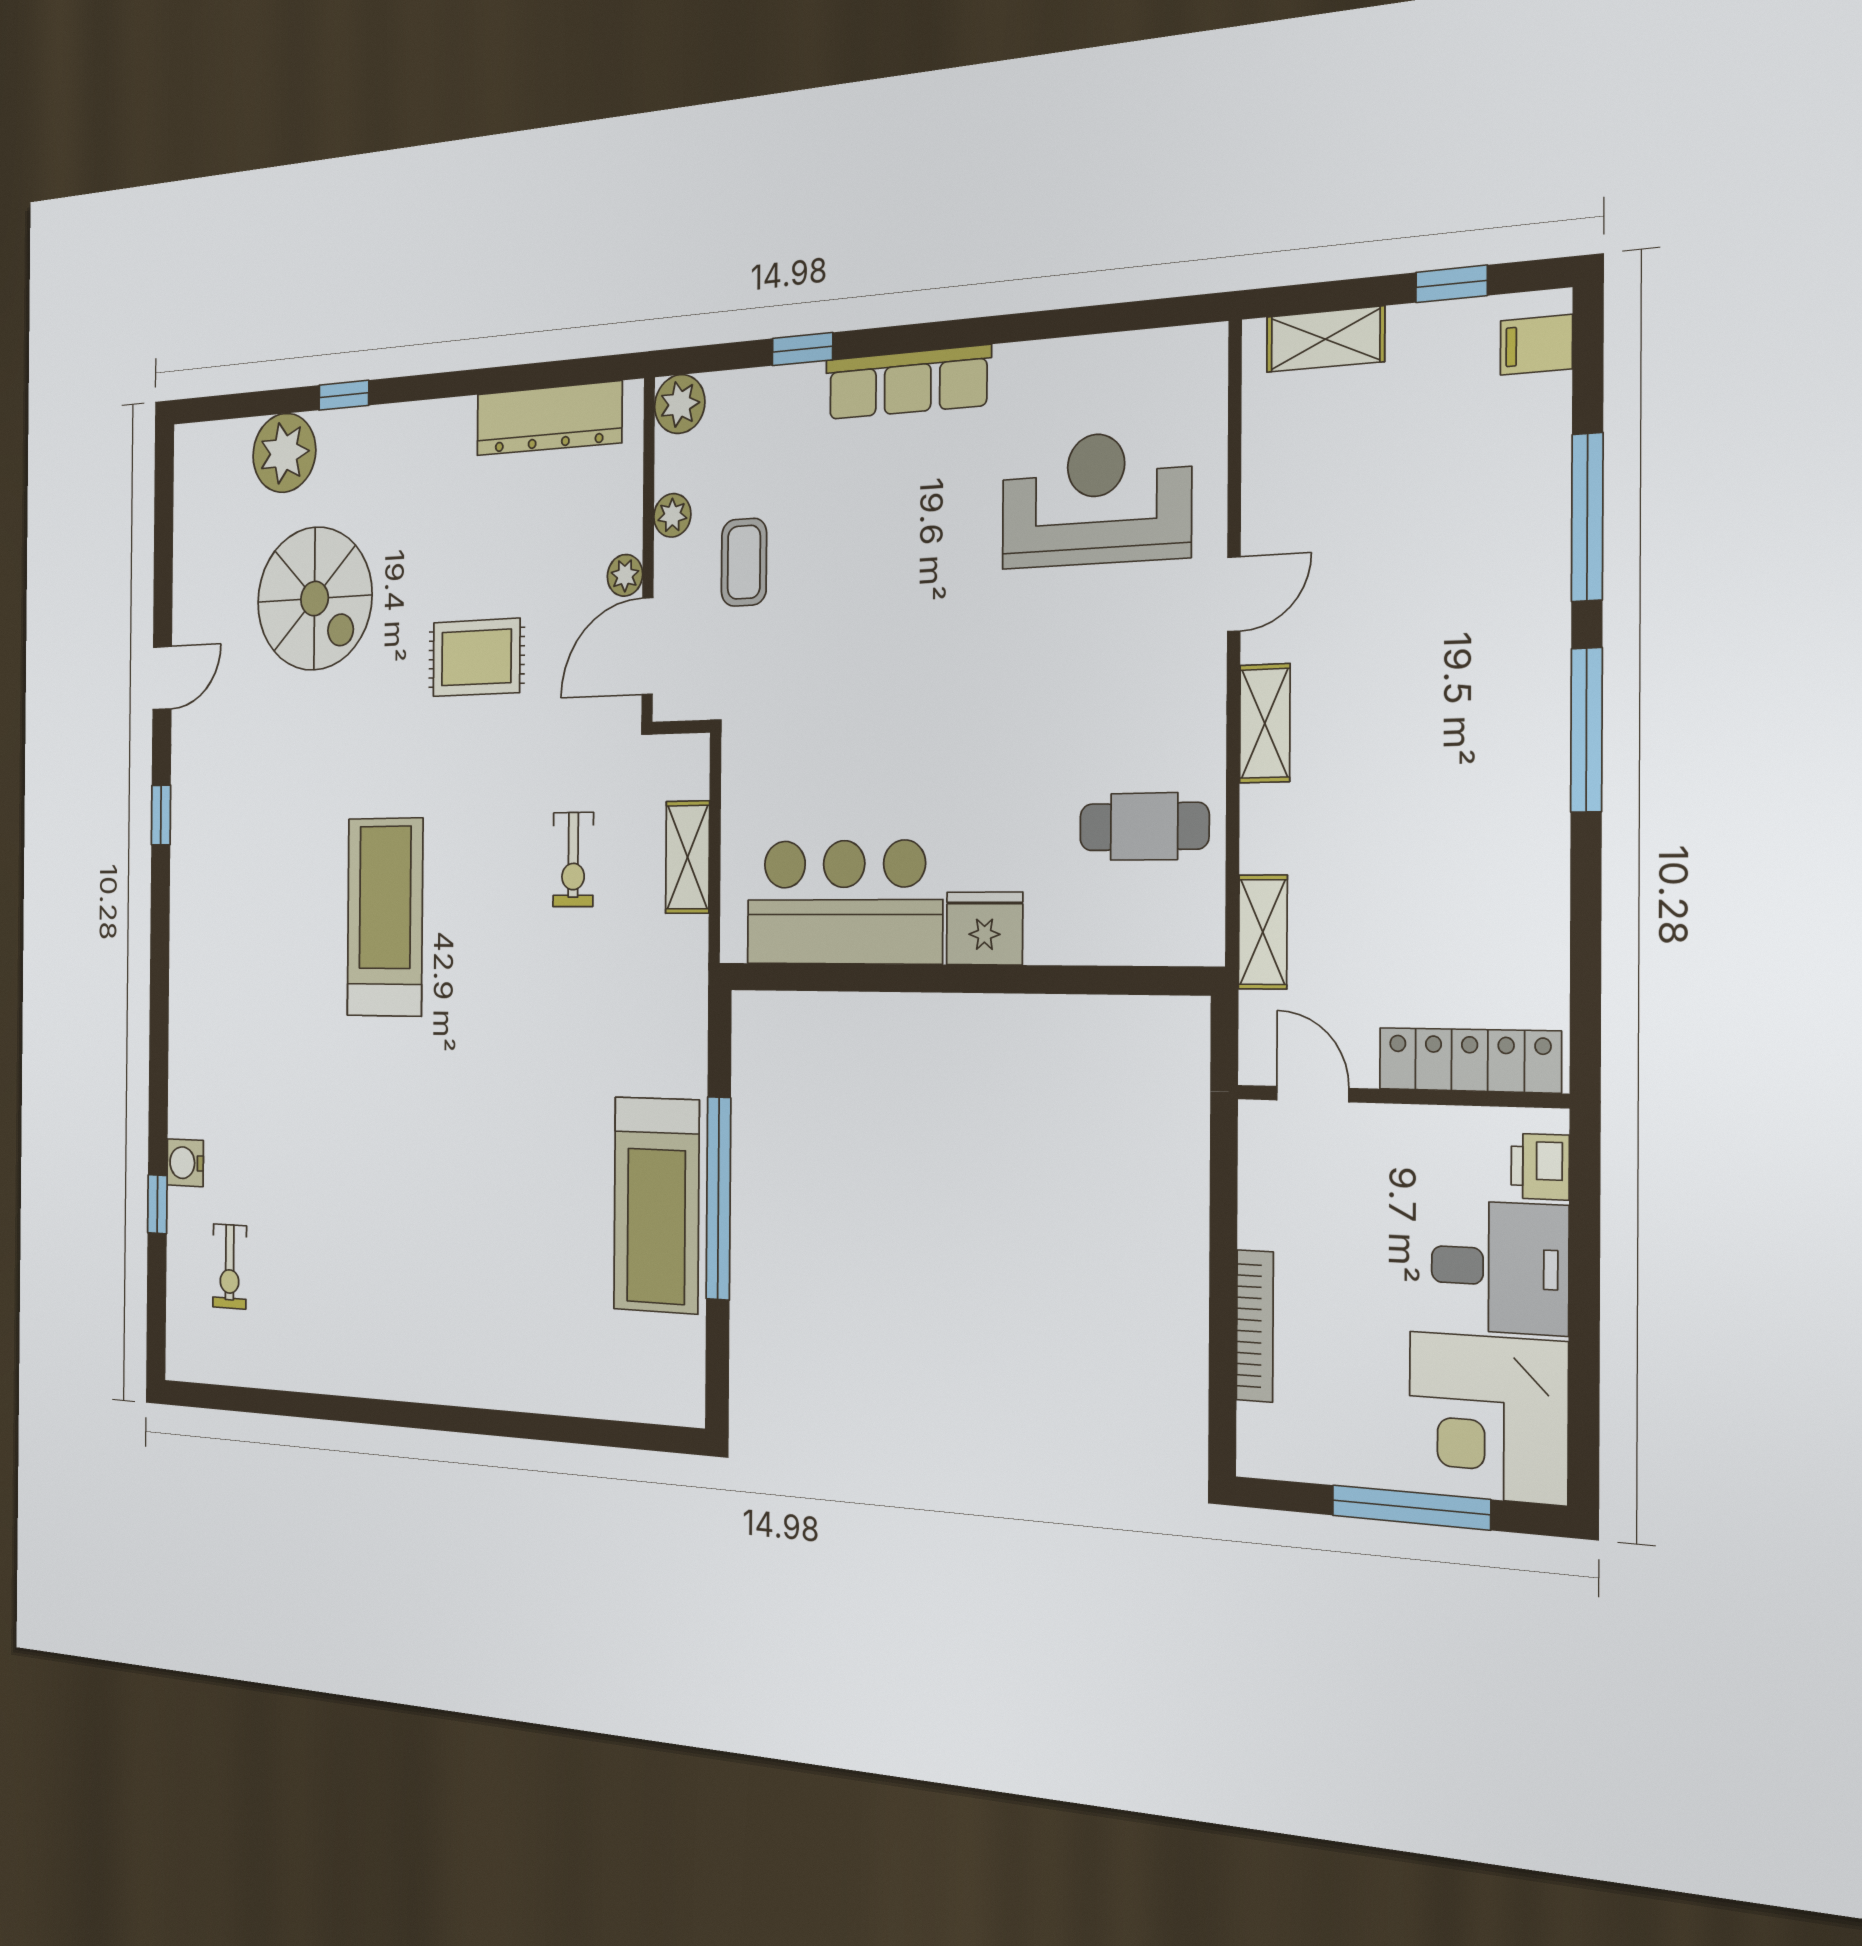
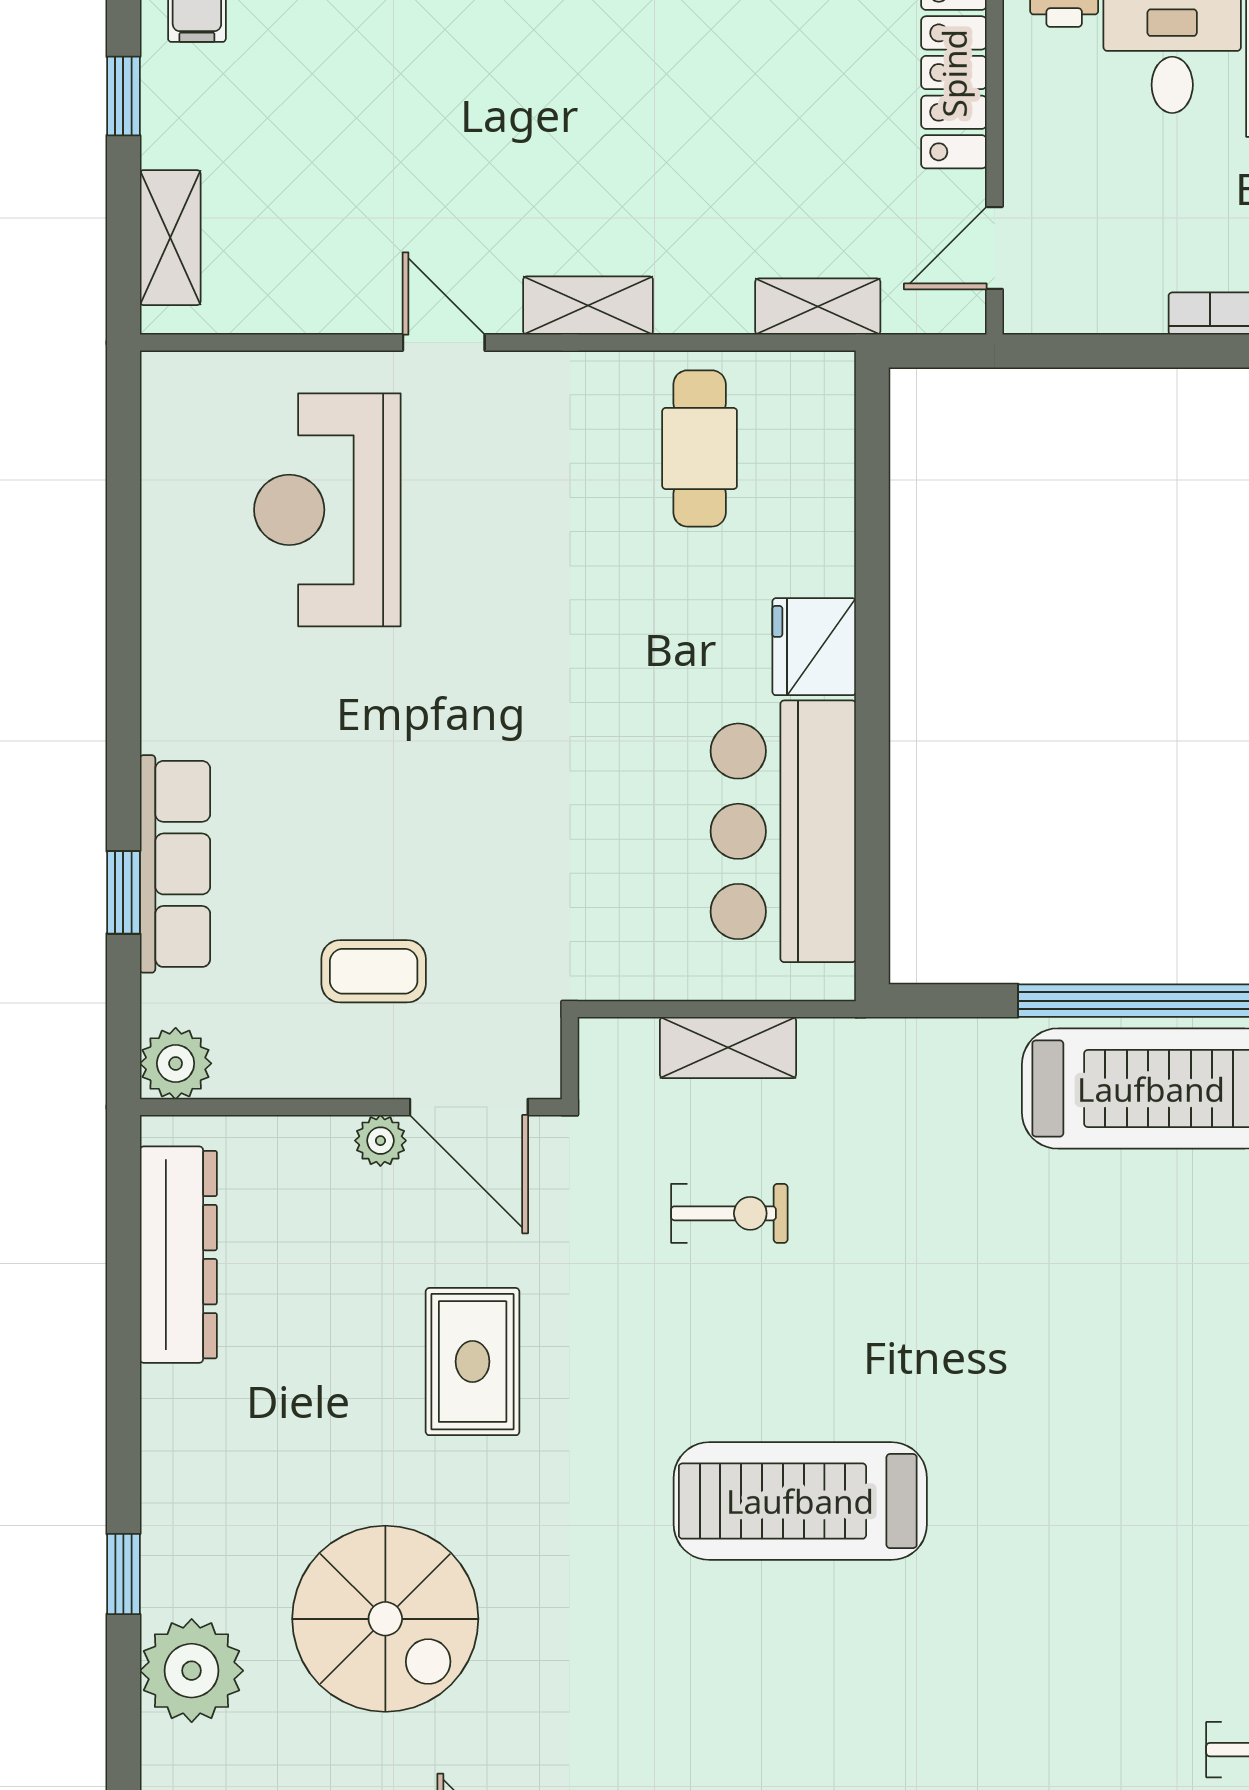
row of seats: (908, 382) -> (175, 864), moved
plant: (672, 515) -> (311, 1073), removed
spiral stairs: (315, 599) -> (385, 1619), turned 90

